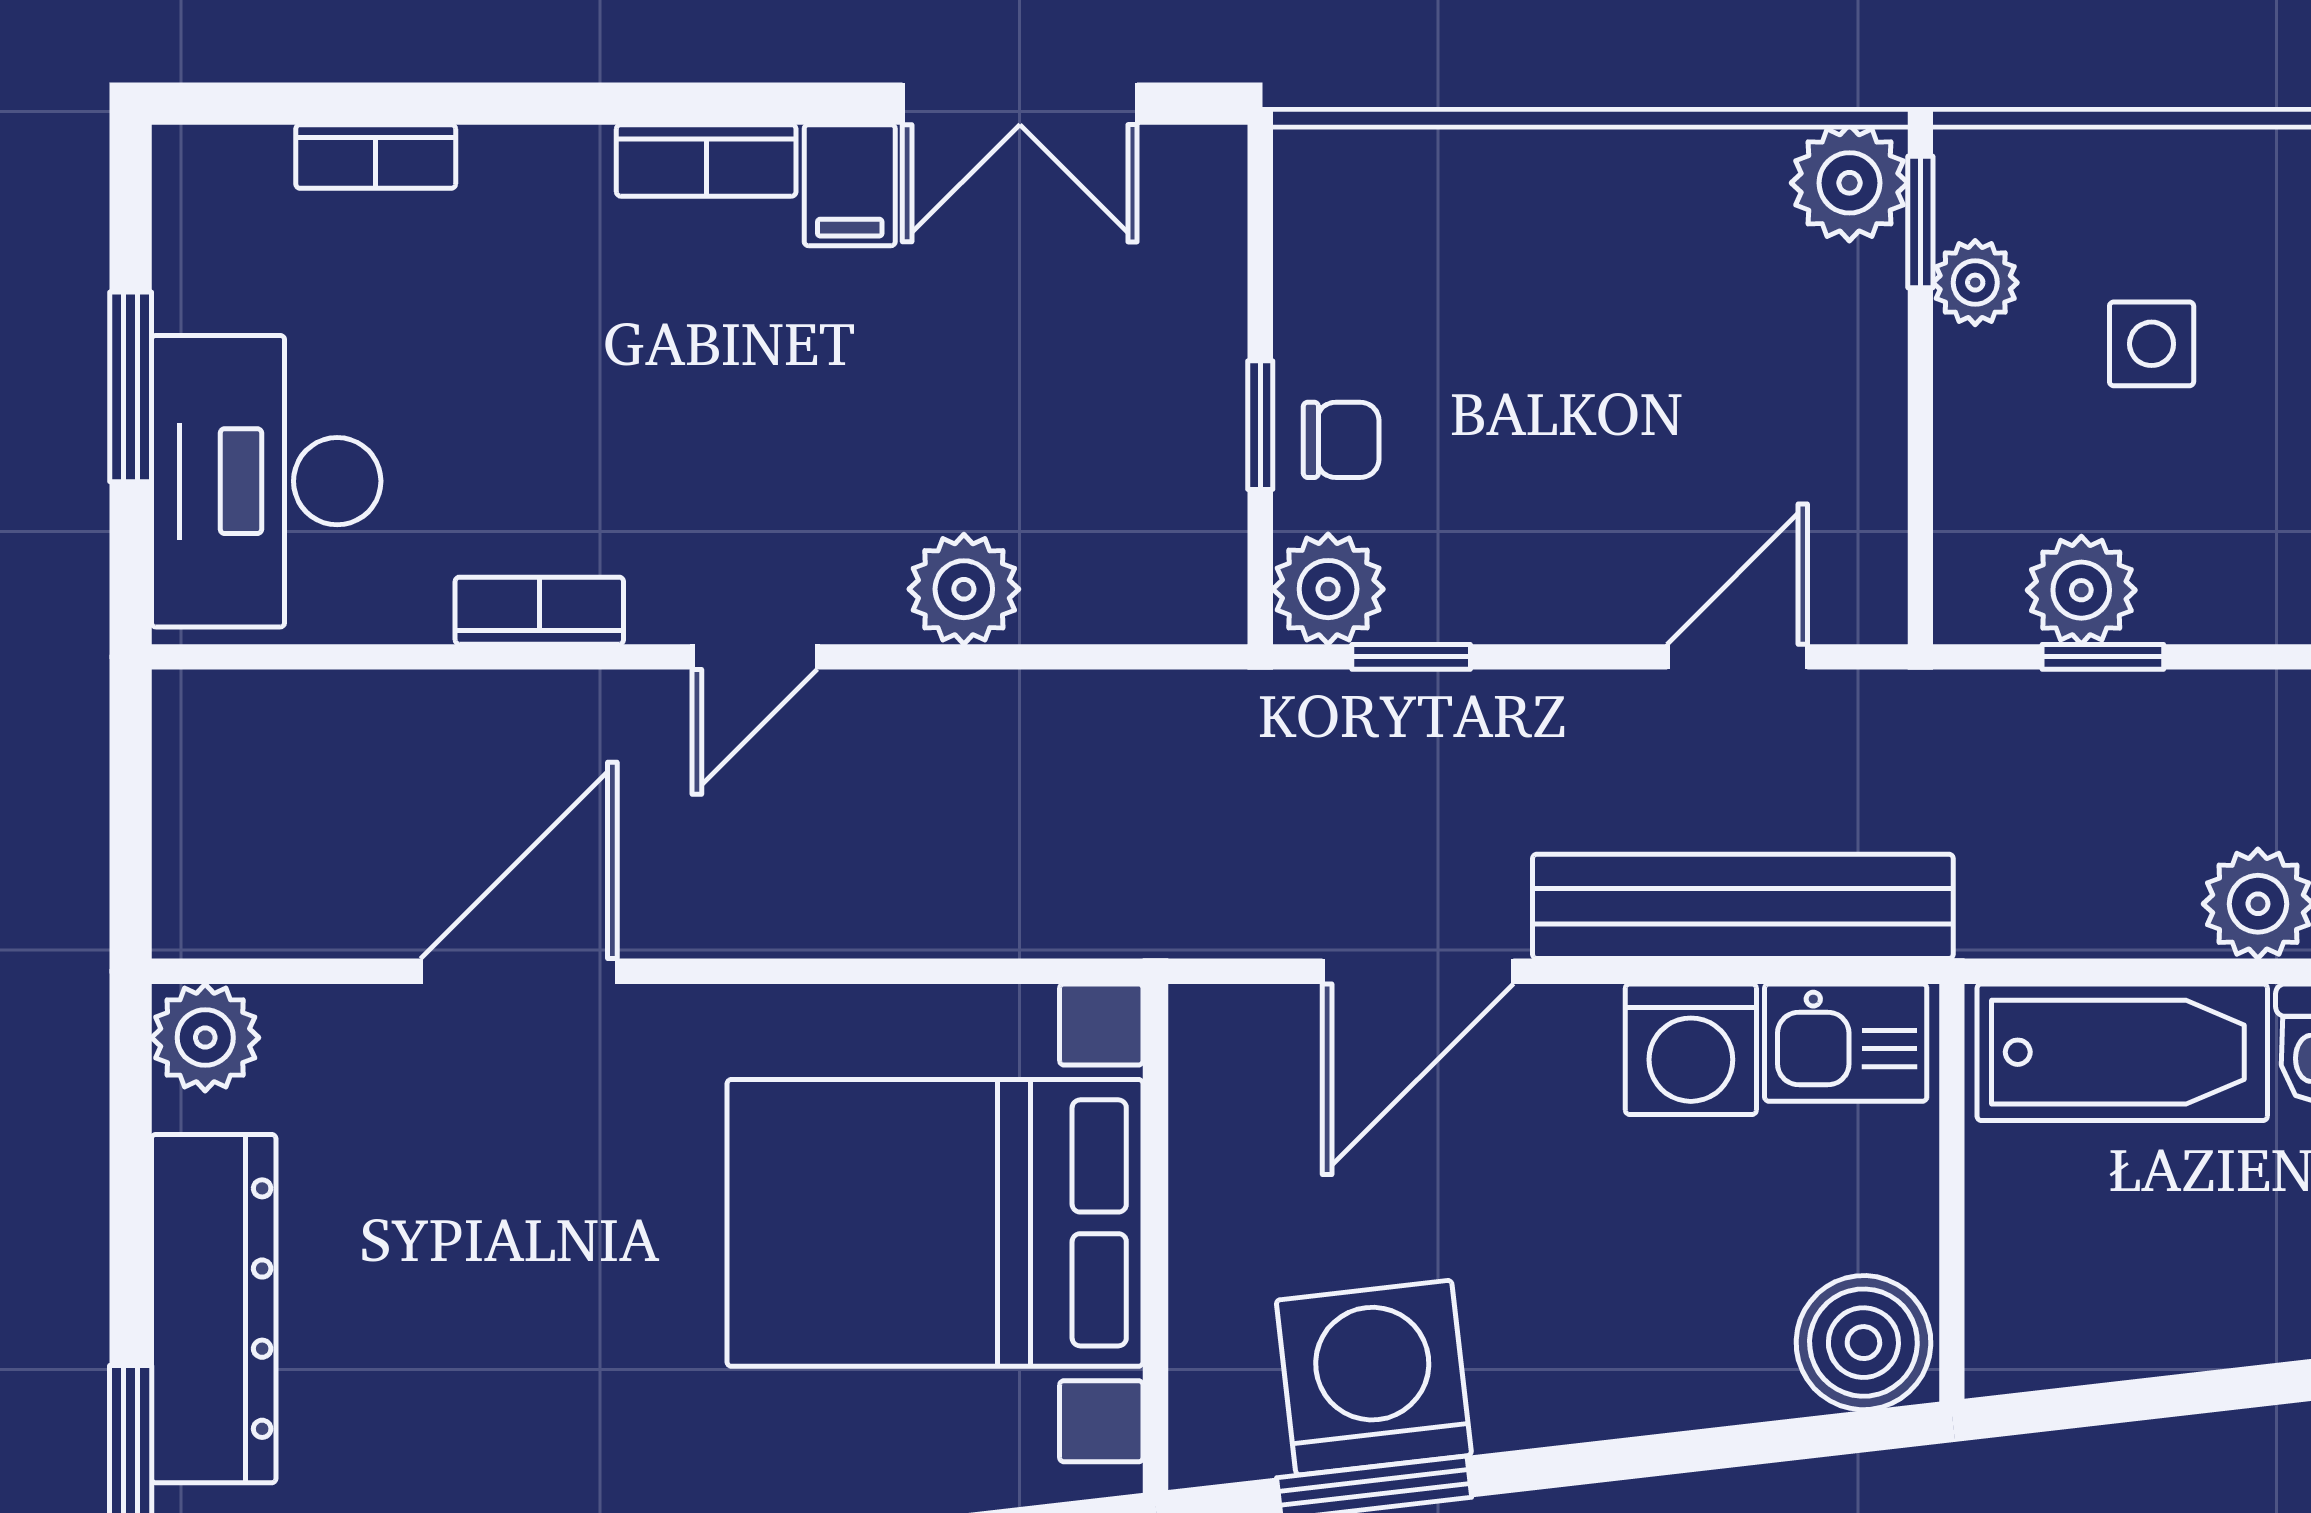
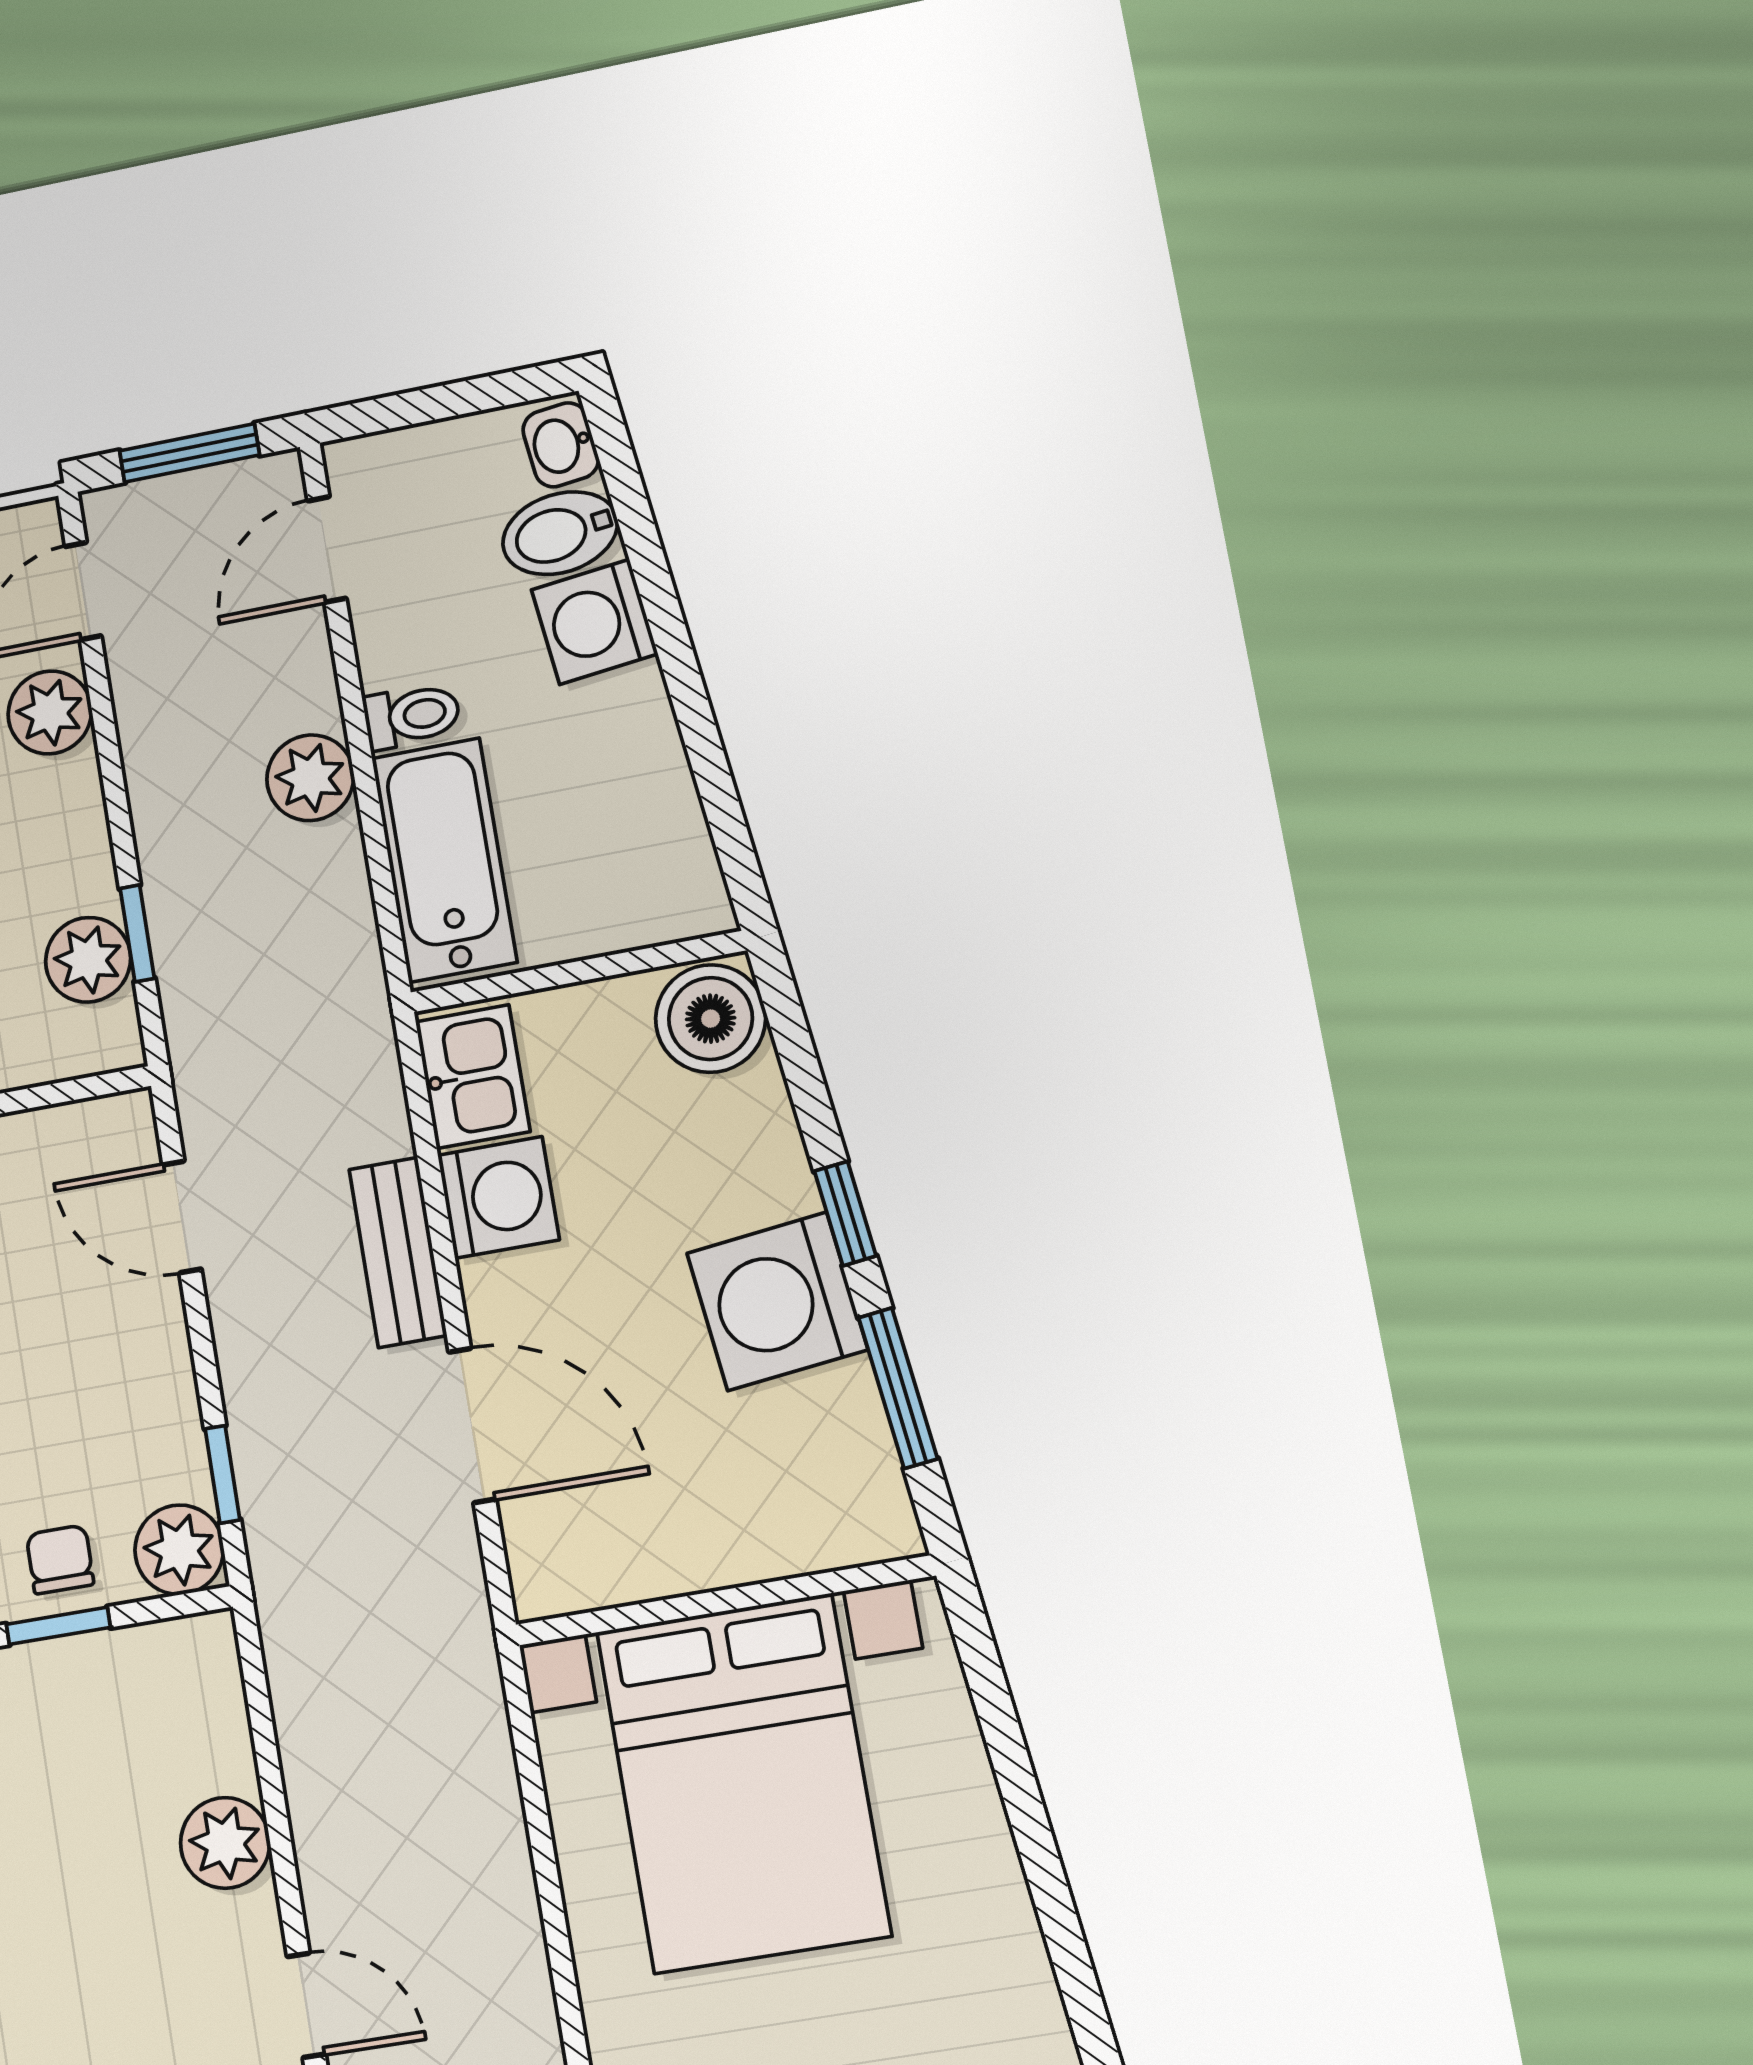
bench: (1743, 906) -> (398, 1252), width x0.54, depth x0.82
washing machine: (1374, 1378) -> (777, 1301), moved
window: (1596, 1462) -> (845, 1213), added

